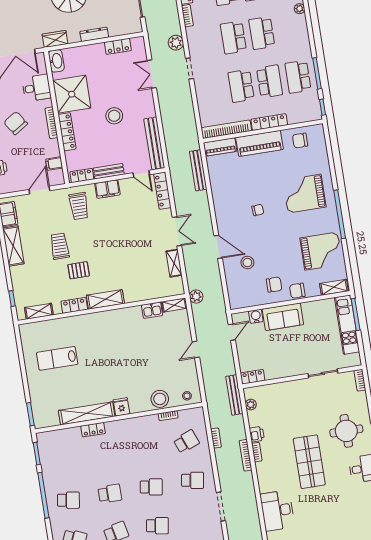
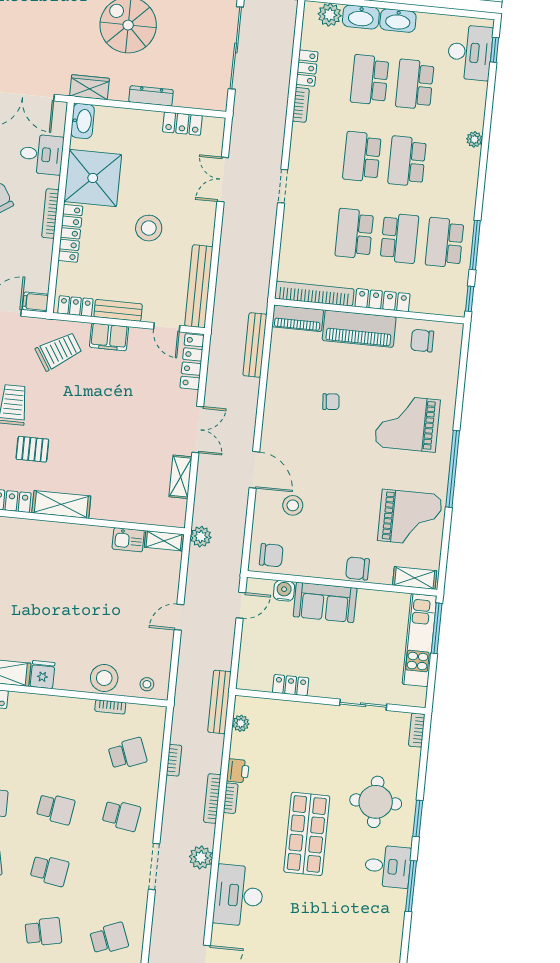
plant: (176, 43) -> (201, 857), moved
filing cabinet: (54, 164) -> (35, 302), moved
trolley: (79, 206) -> (59, 351), turned -122
chair: (258, 210) -> (331, 402), moved
chair: (274, 285) -> (271, 555), moved
locker: (253, 377) -> (291, 685), moved

